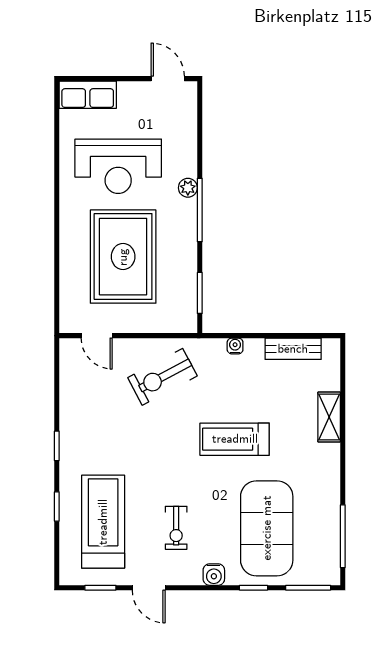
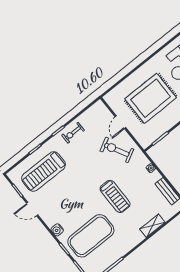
door: (97, 336) -> (120, 122), moved
treadmill: (235, 439) -> (115, 196), turned 180
treadmill: (103, 522) -> (44, 172), turned 180
exercise bike: (176, 528) -> (73, 133), moved
door: (149, 588) -> (32, 209), hinge flipped

